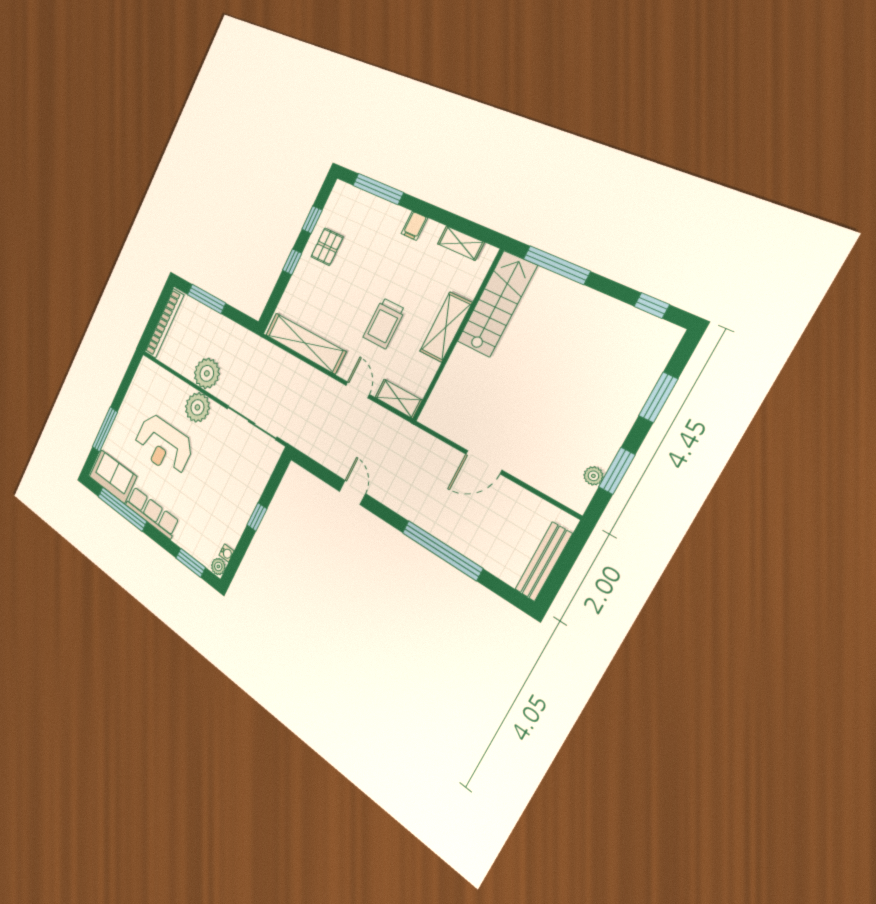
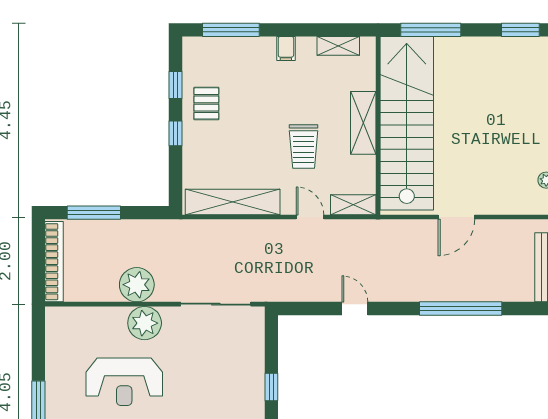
stairs: (497, 304) -> (407, 123), width x1.86, depth x1.51
window: (652, 306) -> (520, 30), width x1.50

